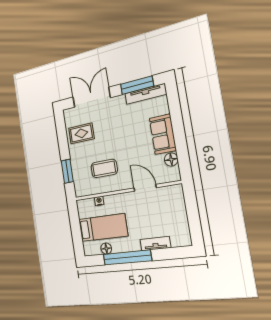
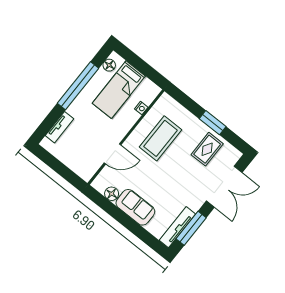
coffee table: (104, 168) -> (160, 138), width x1.36, depth x1.32
window: (67, 171) -> (213, 123), moved
tv unit: (155, 244) -> (59, 127), moved
floor lamp: (106, 249) -> (109, 65), moved

